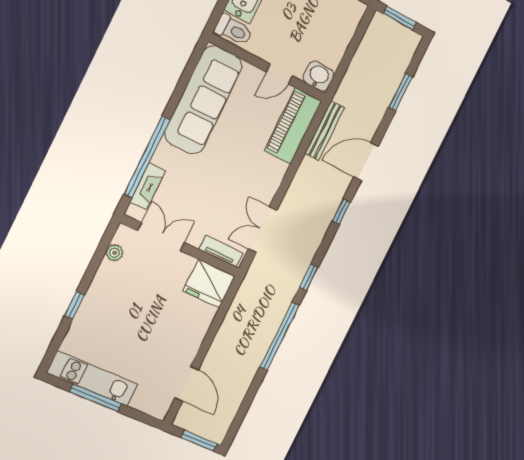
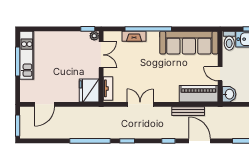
bench: (325, 131) -> (188, 111), moved
double door: (161, 237) -> (101, 55), moved
wall: (180, 246) -> (101, 67), moved
tv unit: (221, 251) -> (108, 88), moved
fridge: (209, 283) -> (89, 90), moved
window: (75, 305) -> (88, 29), moved

